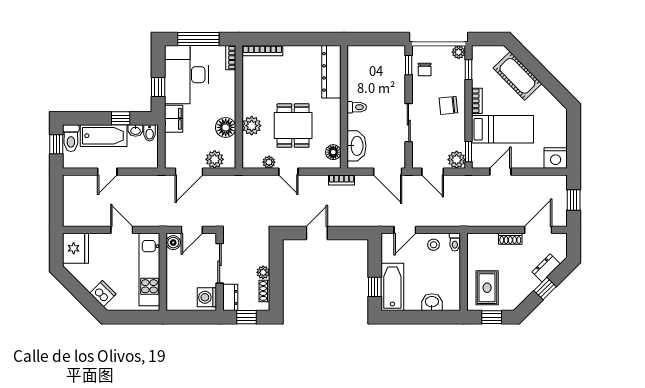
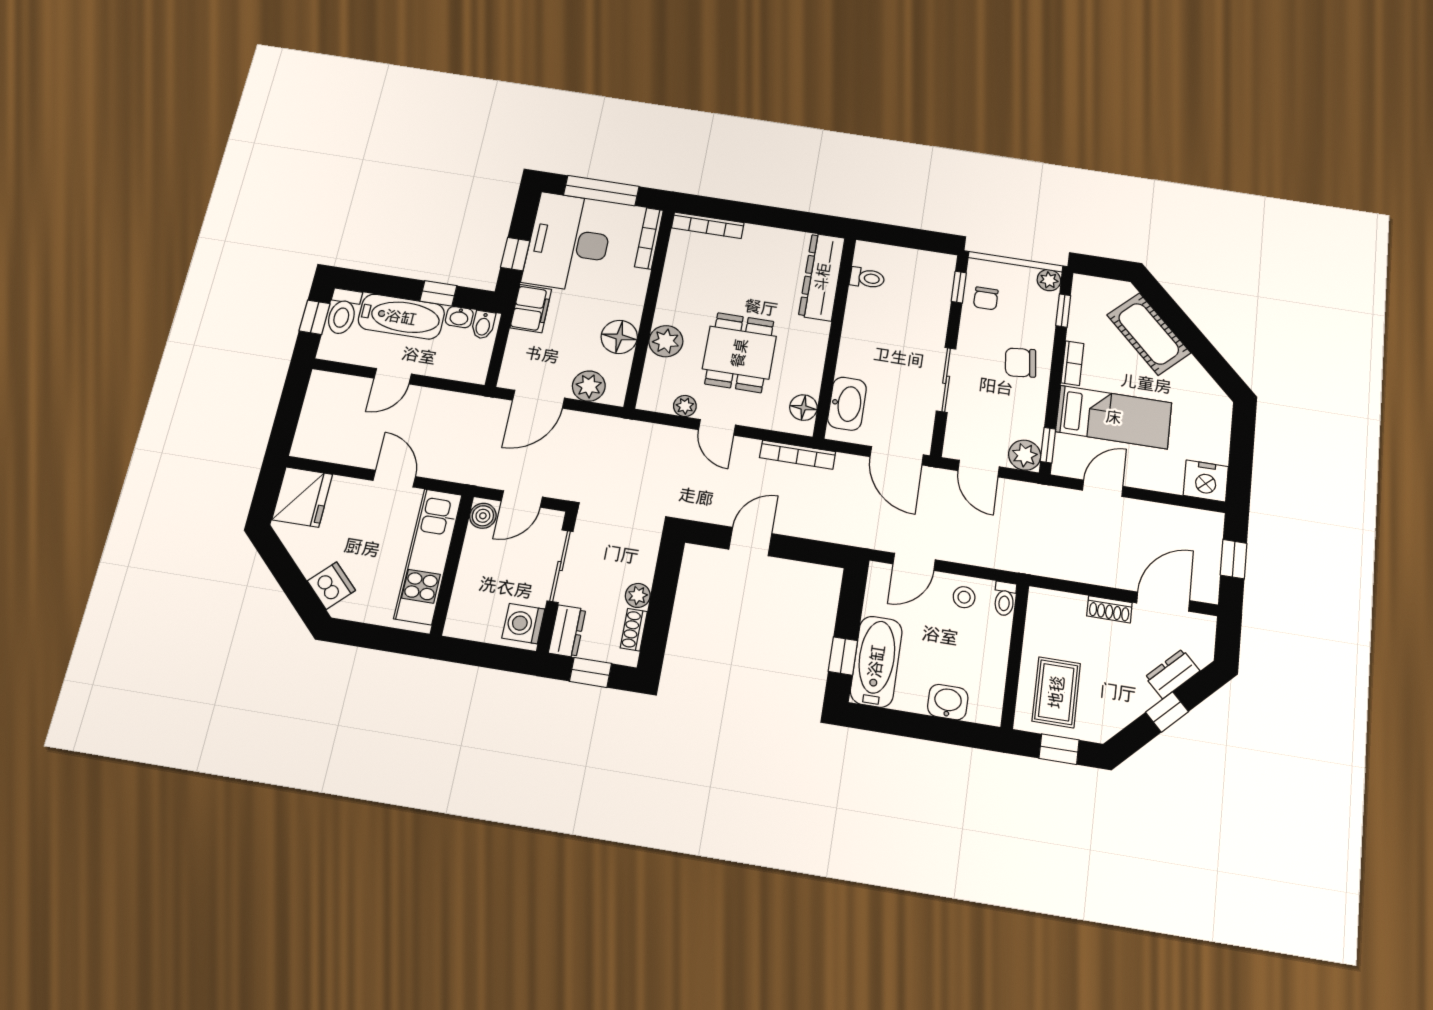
bookcase: (231, 58) -> (649, 238), width x1.56
toilet: (357, 107) -> (867, 278), moved
bookcase: (342, 180) -> (798, 455), width x1.56

